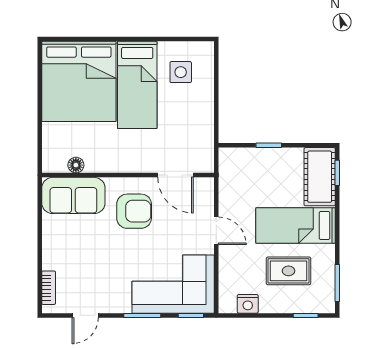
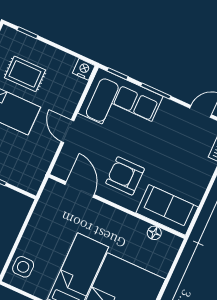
side table: (181, 72) -> (23, 267), moved
nightstand: (248, 304) -> (84, 69), moved

